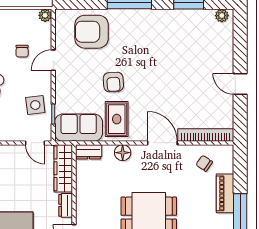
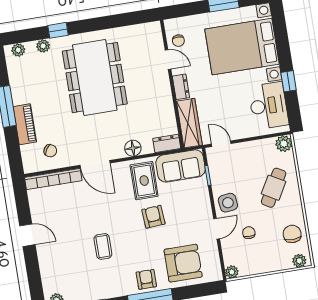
armchair: (130, 22) -> (146, 279), added
coffee table: (168, 61) -> (103, 246), added
side table: (35, 105) -> (228, 203), moved

